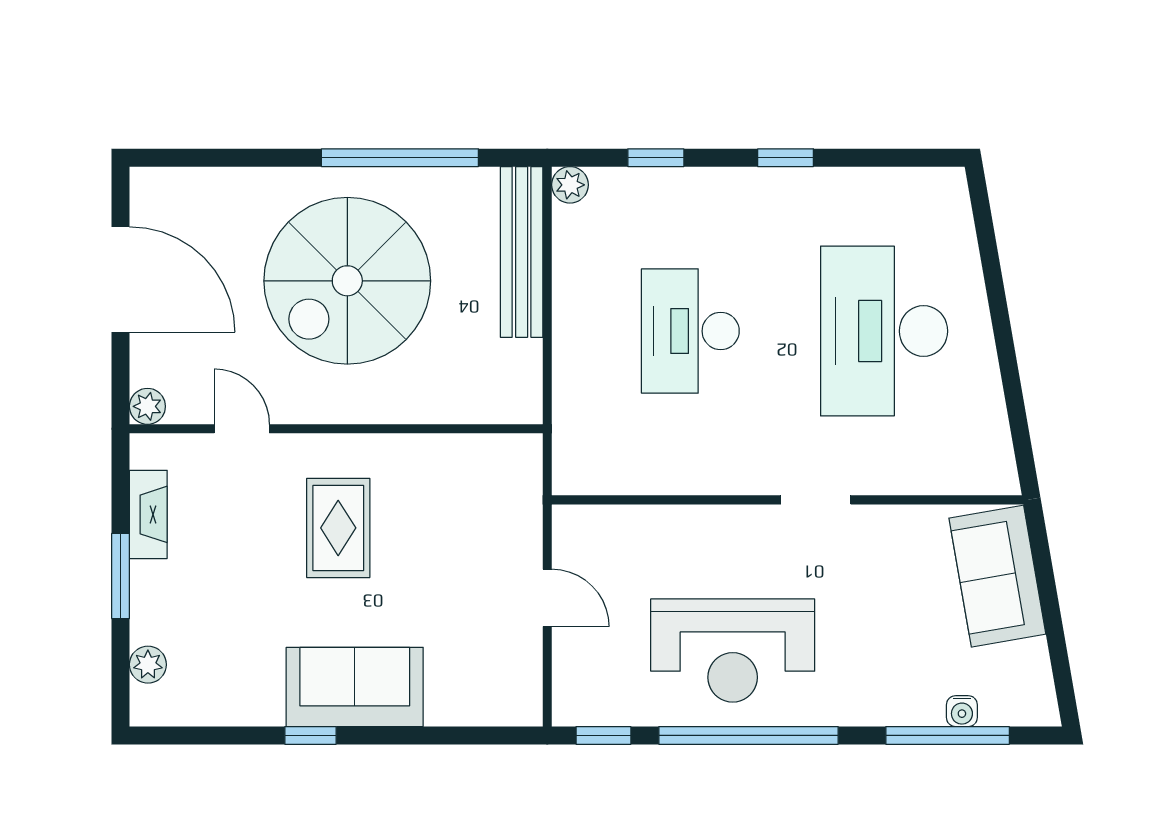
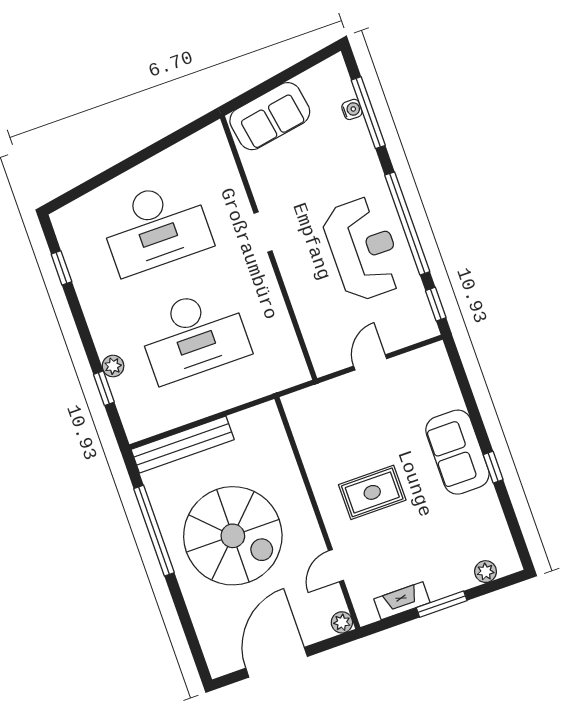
window: (786, 158) -> (61, 268), moved
plant: (570, 185) -> (113, 366), moved
desk: (690, 331) -> (194, 335), width x1.36, depth x1.30

